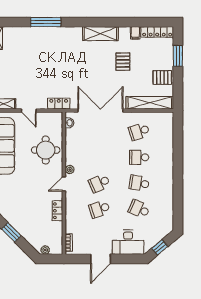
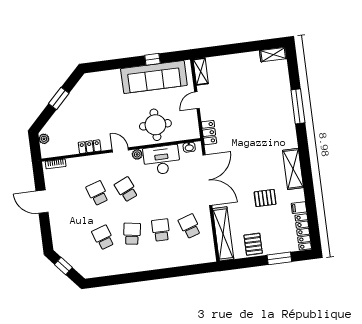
school desk: (139, 209) -> (103, 237), turned -42
desk: (128, 242) -> (162, 160), moved, turned 90

